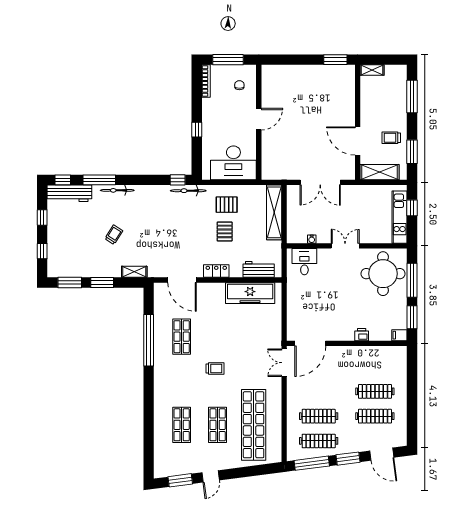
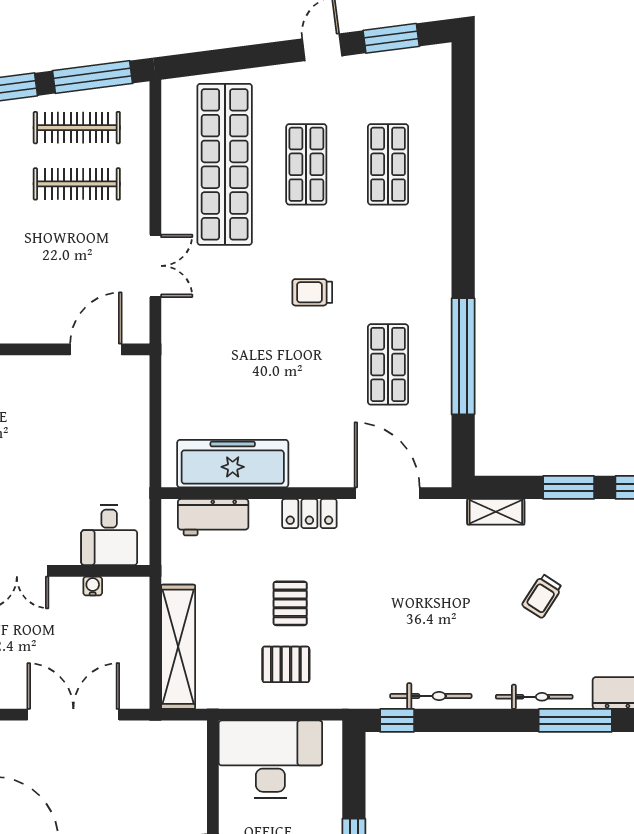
bicycle: (188, 191) -> (431, 696), moved
door: (310, 343) -> (96, 349), width x0.73
double door: (284, 363) -> (155, 266), moved

